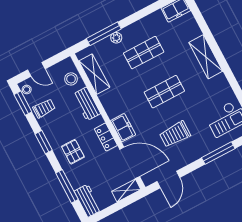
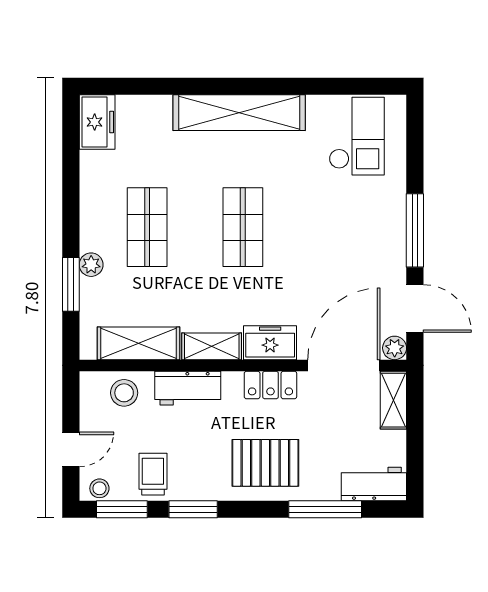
window: (104, 34) -> (71, 284), width x0.69
shelving: (206, 57) -> (239, 113), width x1.47
shelving: (109, 105) -> (212, 346), added
trolley: (175, 134) -> (335, 250), removed
window: (44, 142) -> (193, 509), moved
pallet: (73, 152) -> (265, 463), width x1.50, depth x1.42
window: (218, 153) -> (415, 230), moved
plant: (148, 180) -> (395, 348), added

